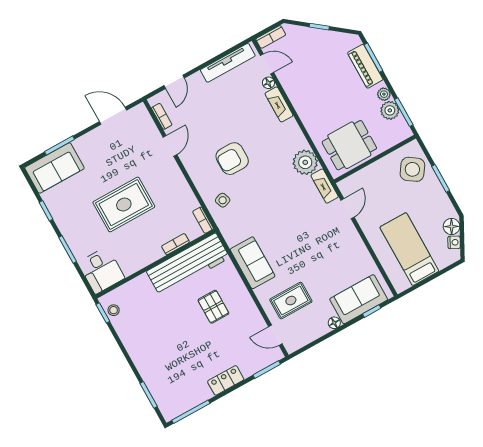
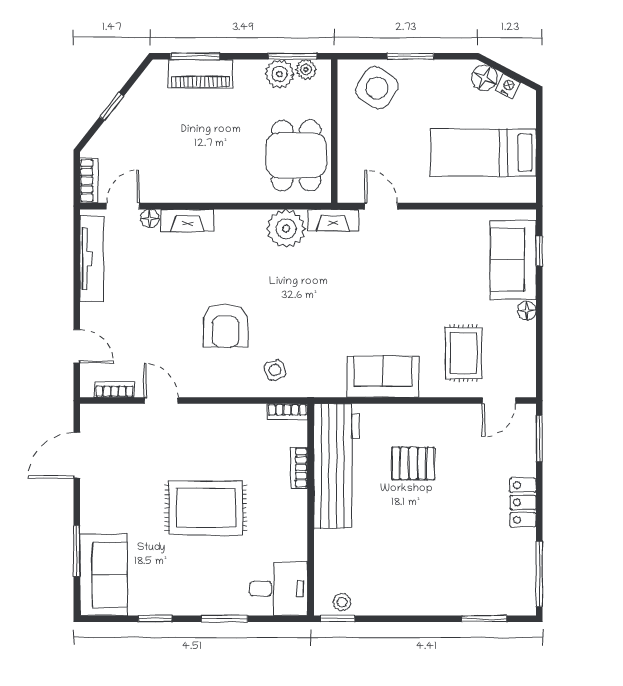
plant: (384, 94) -> (306, 70), moved
rug: (124, 204) -> (206, 508), turned 90

